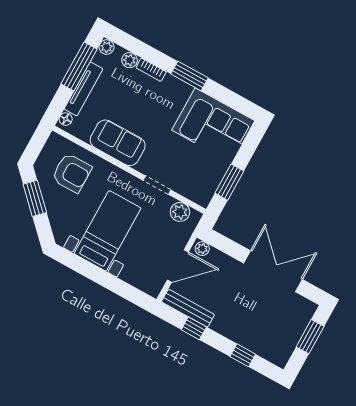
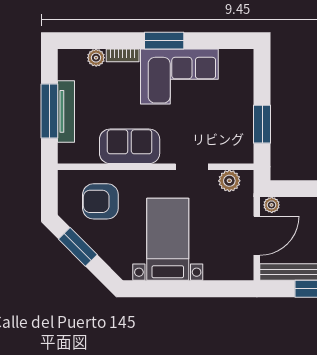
plant: (107, 47) -> (66, 57), removed
window: (79, 67) -> (49, 111), moved
floor lamp: (66, 119) -> (65, 151), removed
corner sofa: (213, 125) -> (179, 77), moved
armchair: (72, 173) -> (100, 201), turned 180

